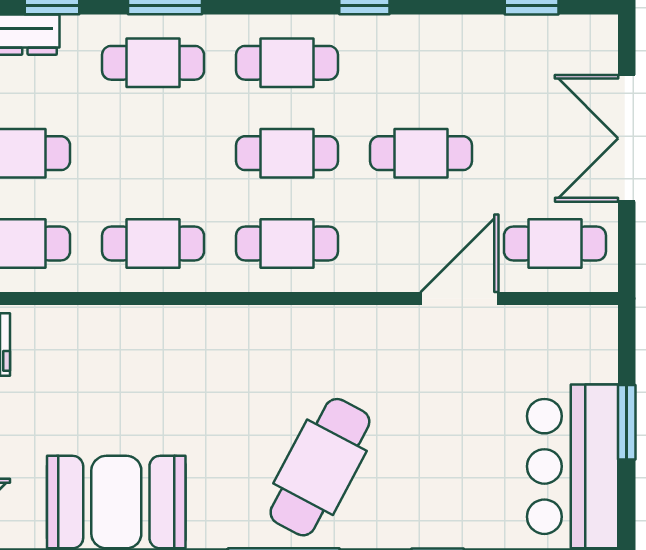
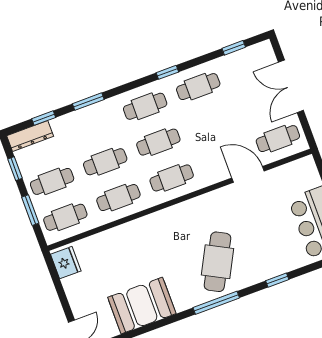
cafe table: (153, 63) -> (105, 162), moved
cafe table: (421, 153) -> (198, 87), moved
door: (459, 298) -> (248, 174), hinge flipped

